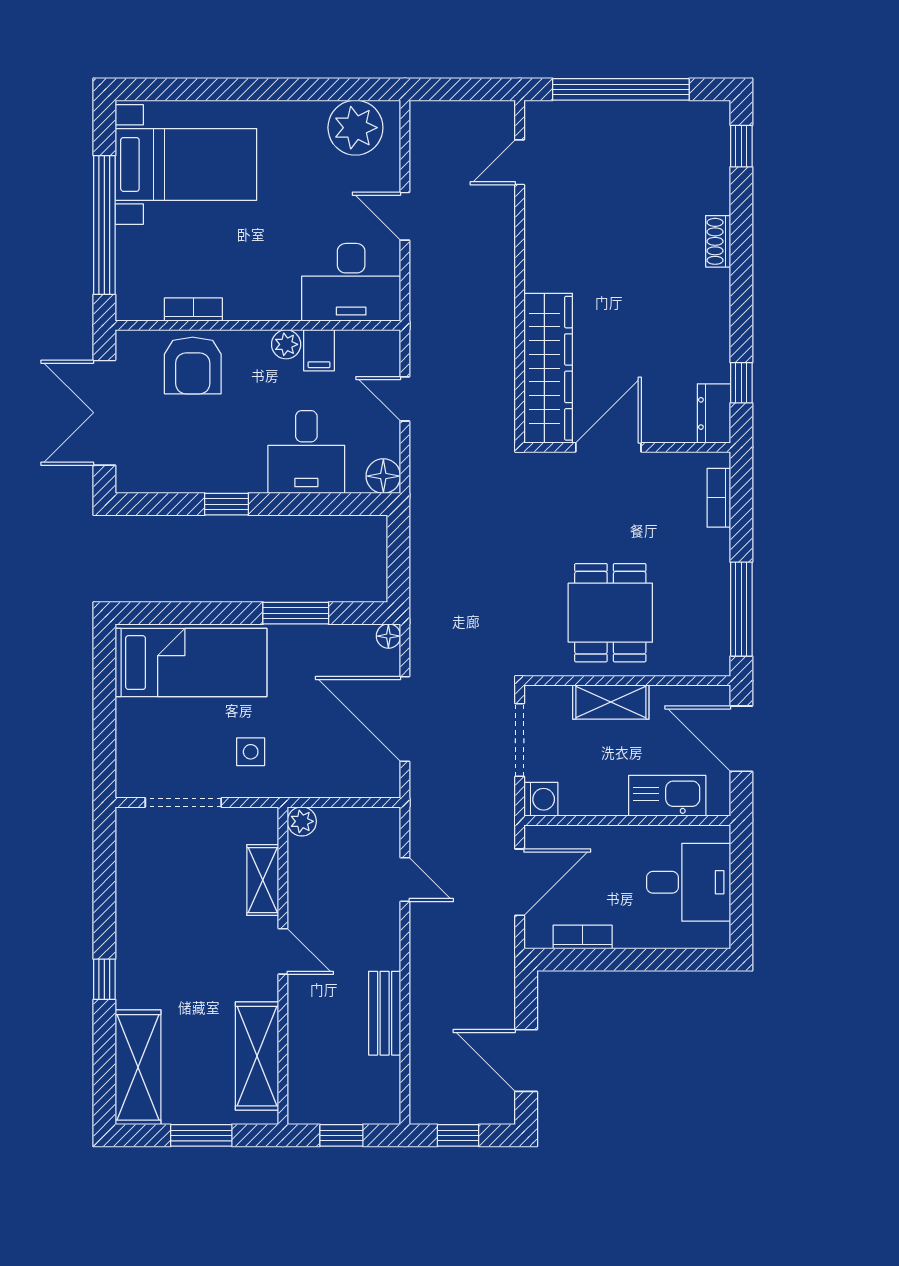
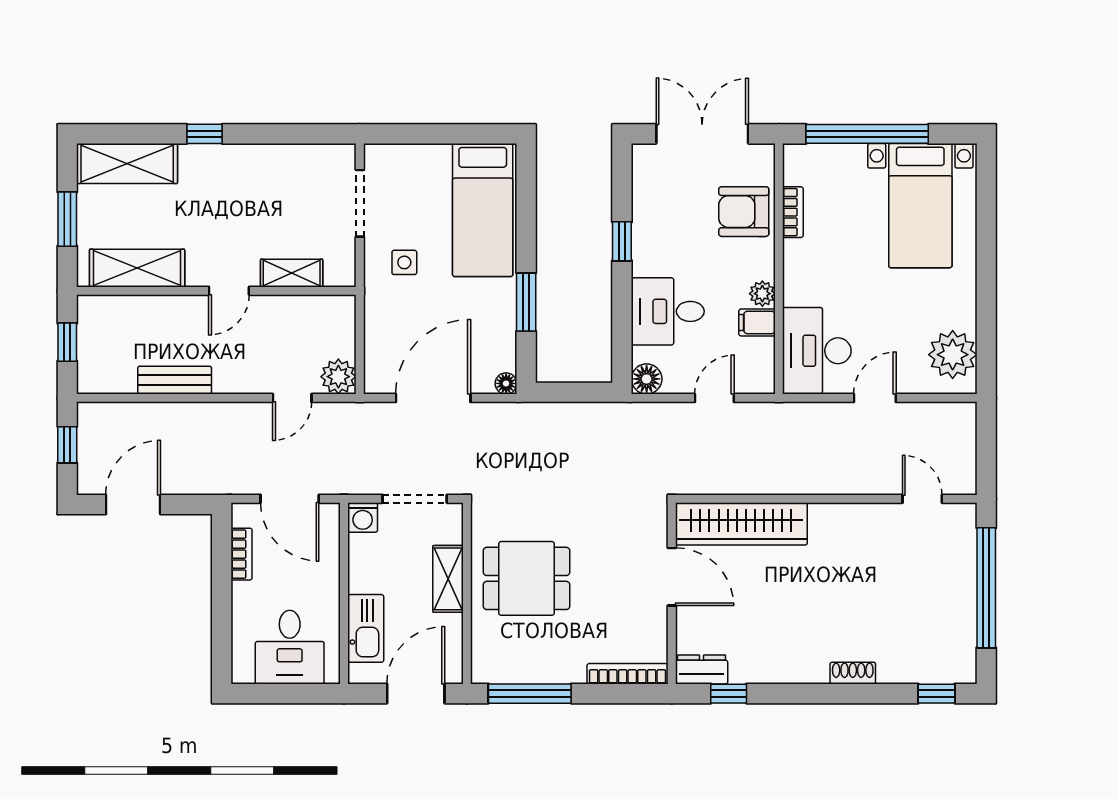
bookcase: (719, 498) -> (627, 674), width x1.56
plant: (302, 821) -> (338, 377), moved, width x1.38, depth x1.38

